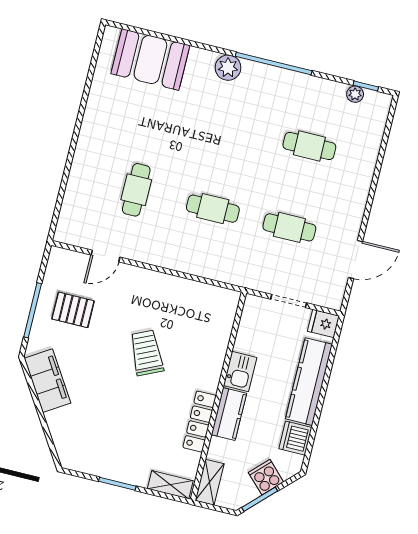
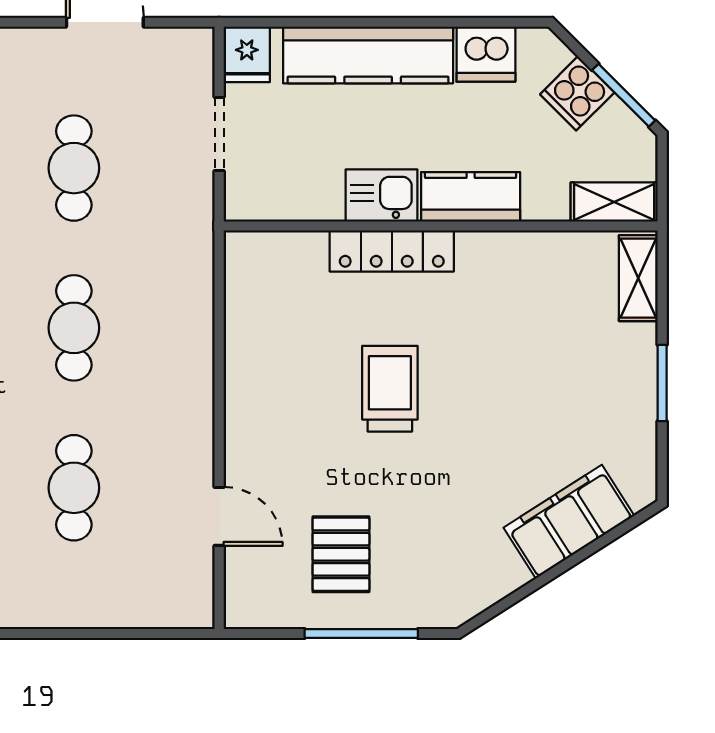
cafe table: (136, 190) -> (74, 488), turned 90
trolley: (147, 353) -> (390, 389), turned 115
filing cabinet: (47, 381) -> (569, 522), moved
locker: (200, 422) -> (392, 251), moved

